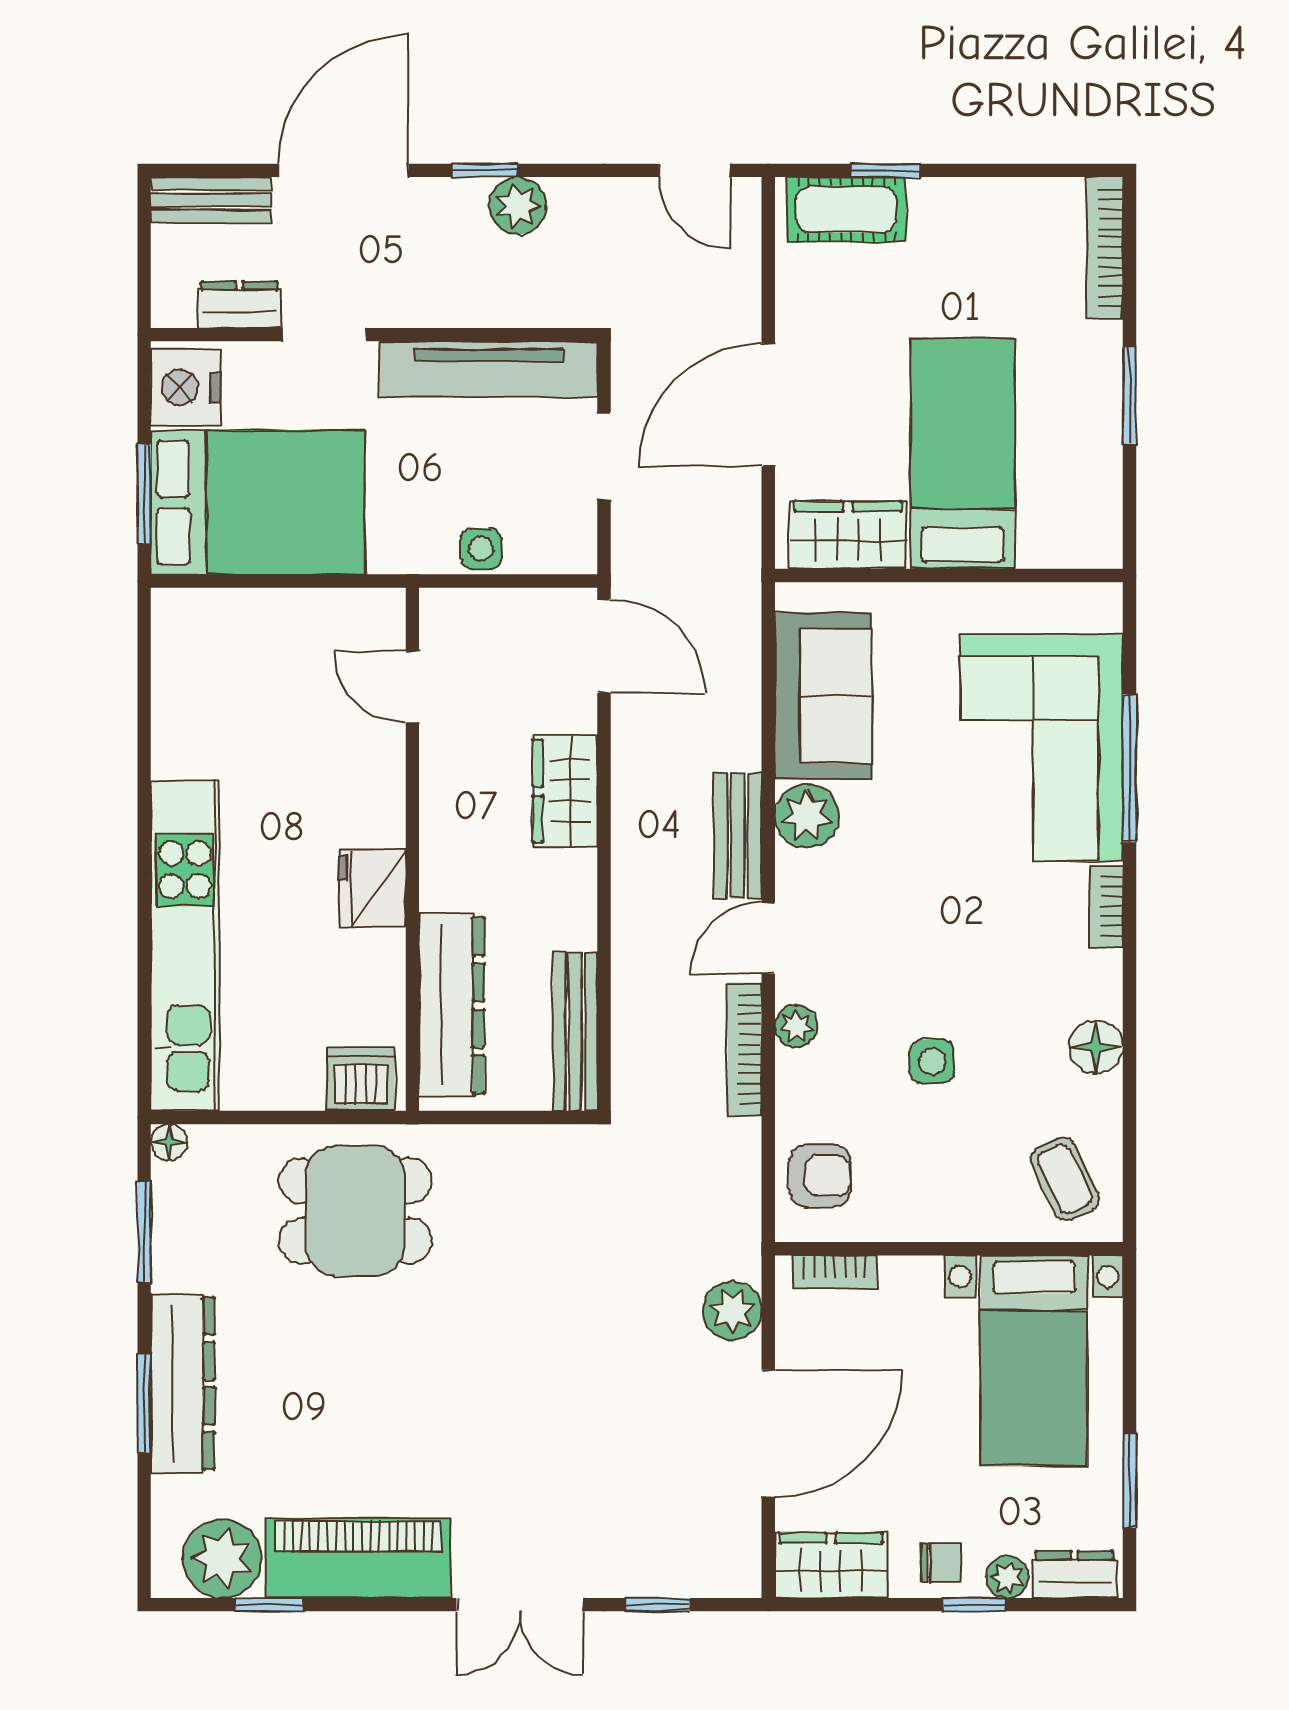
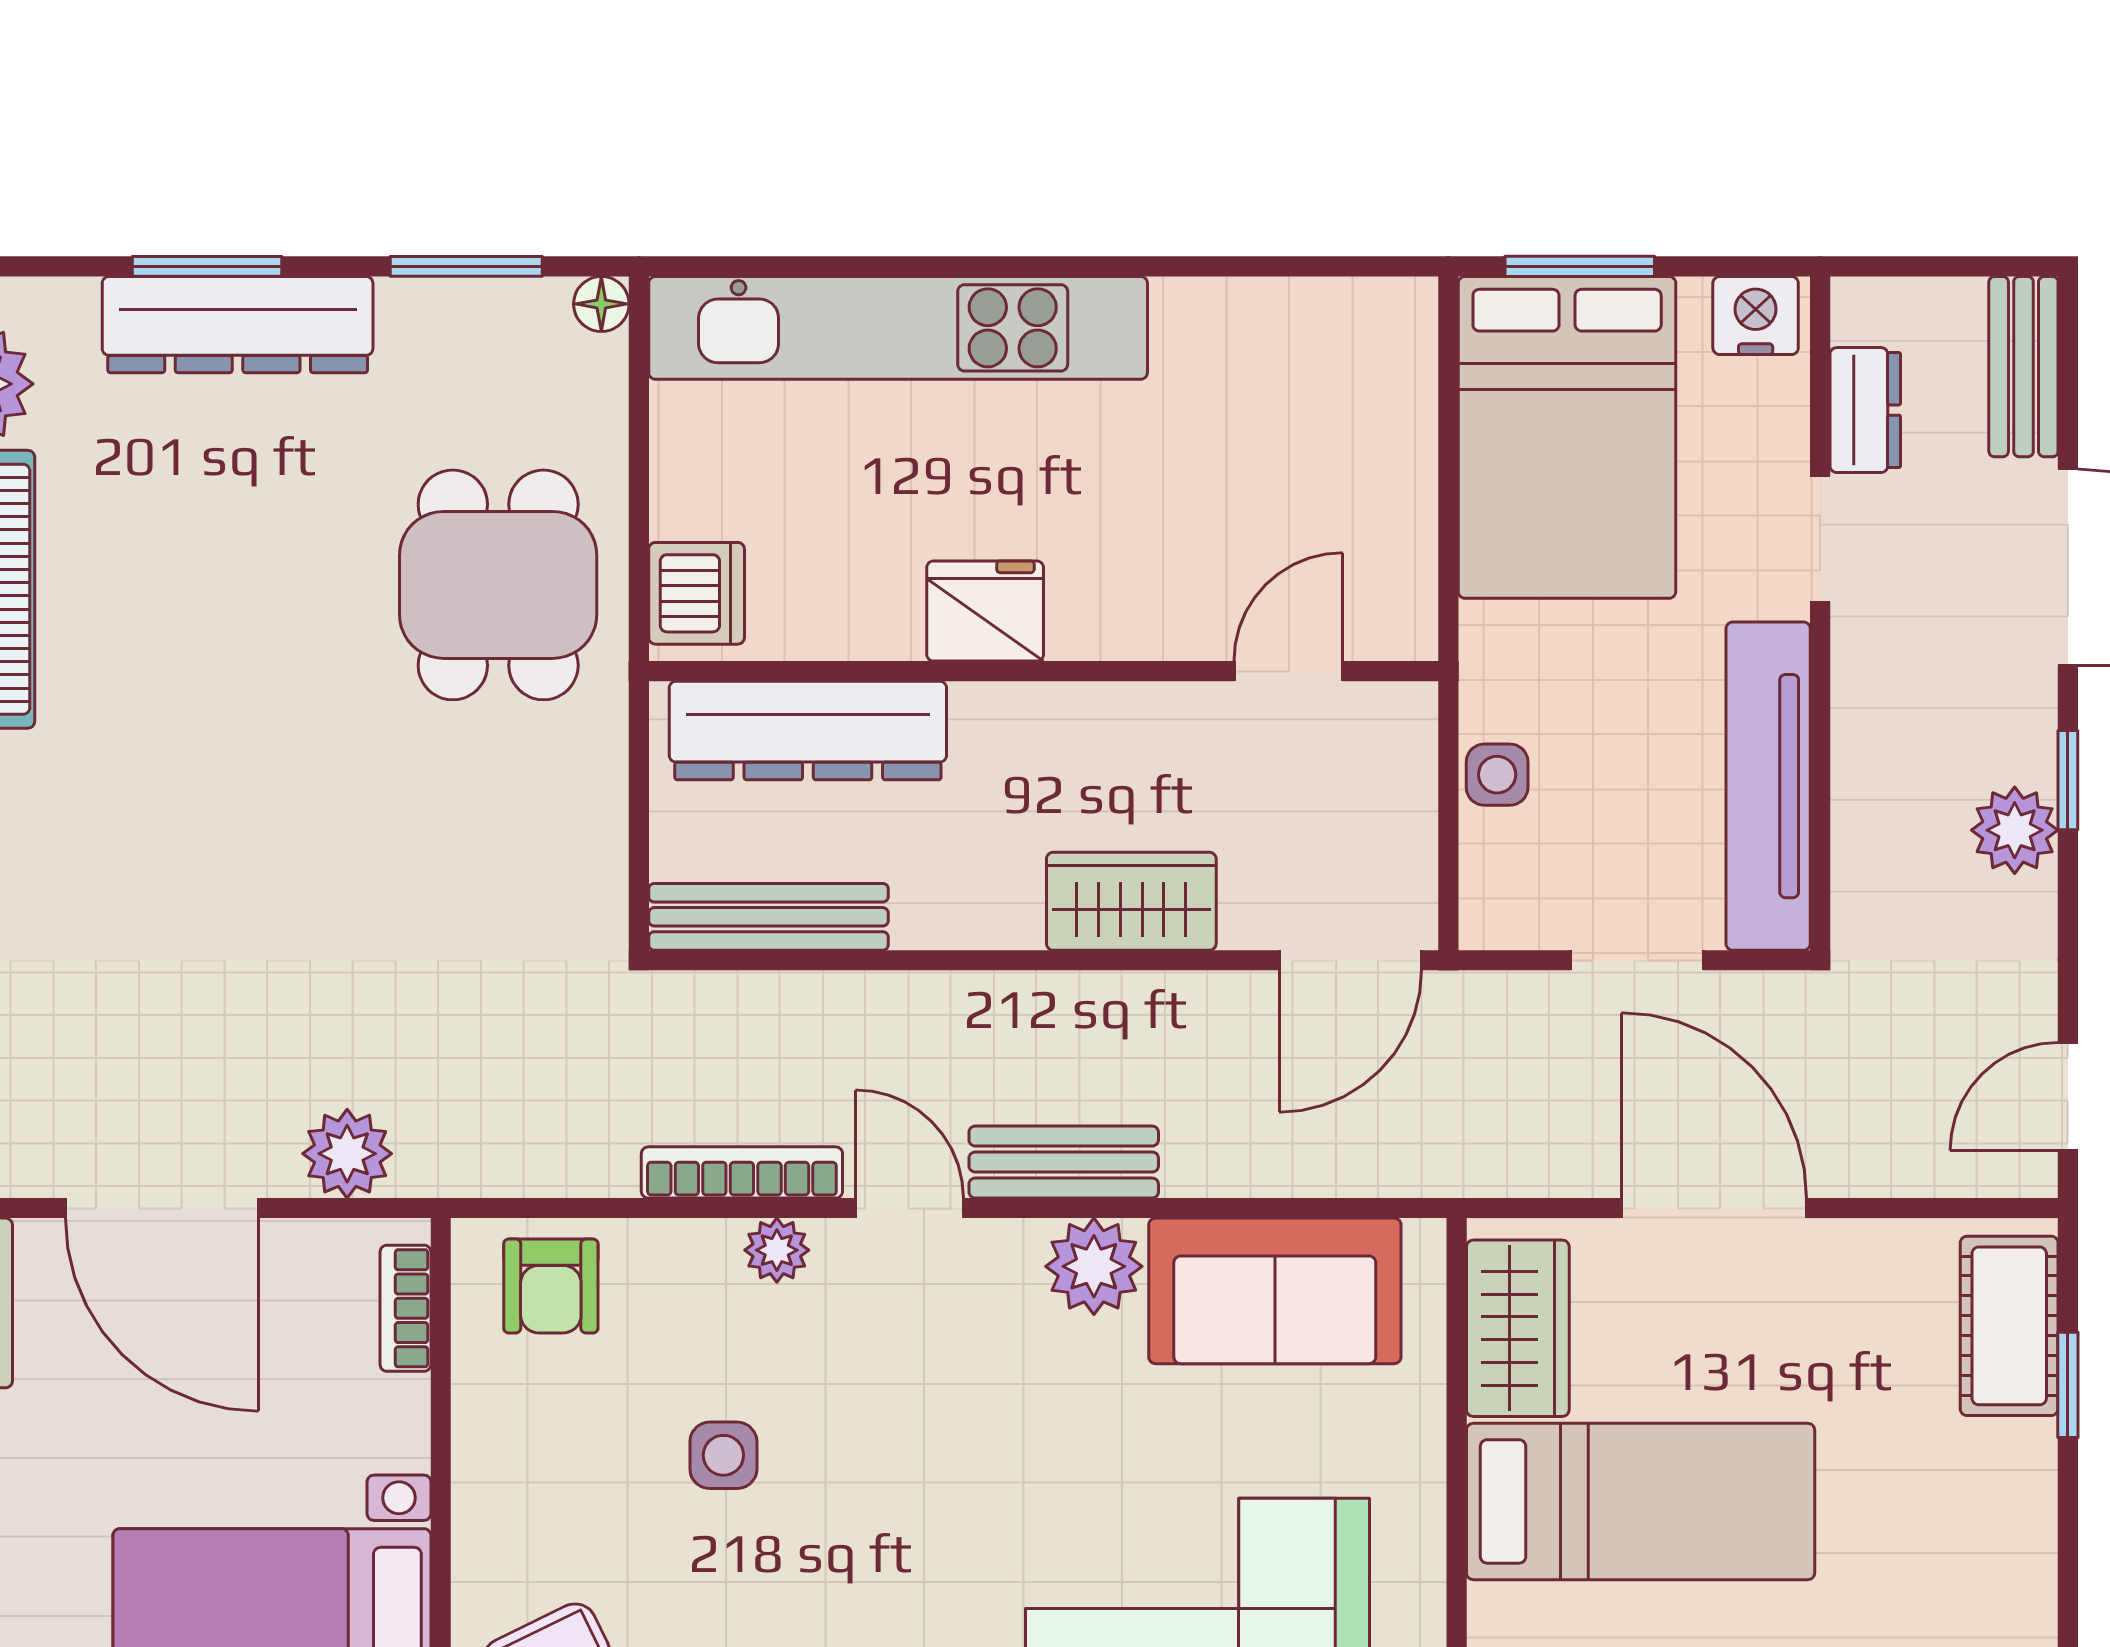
nightstand: (185, 388) -> (1756, 315), width x0.74, depth x0.75

